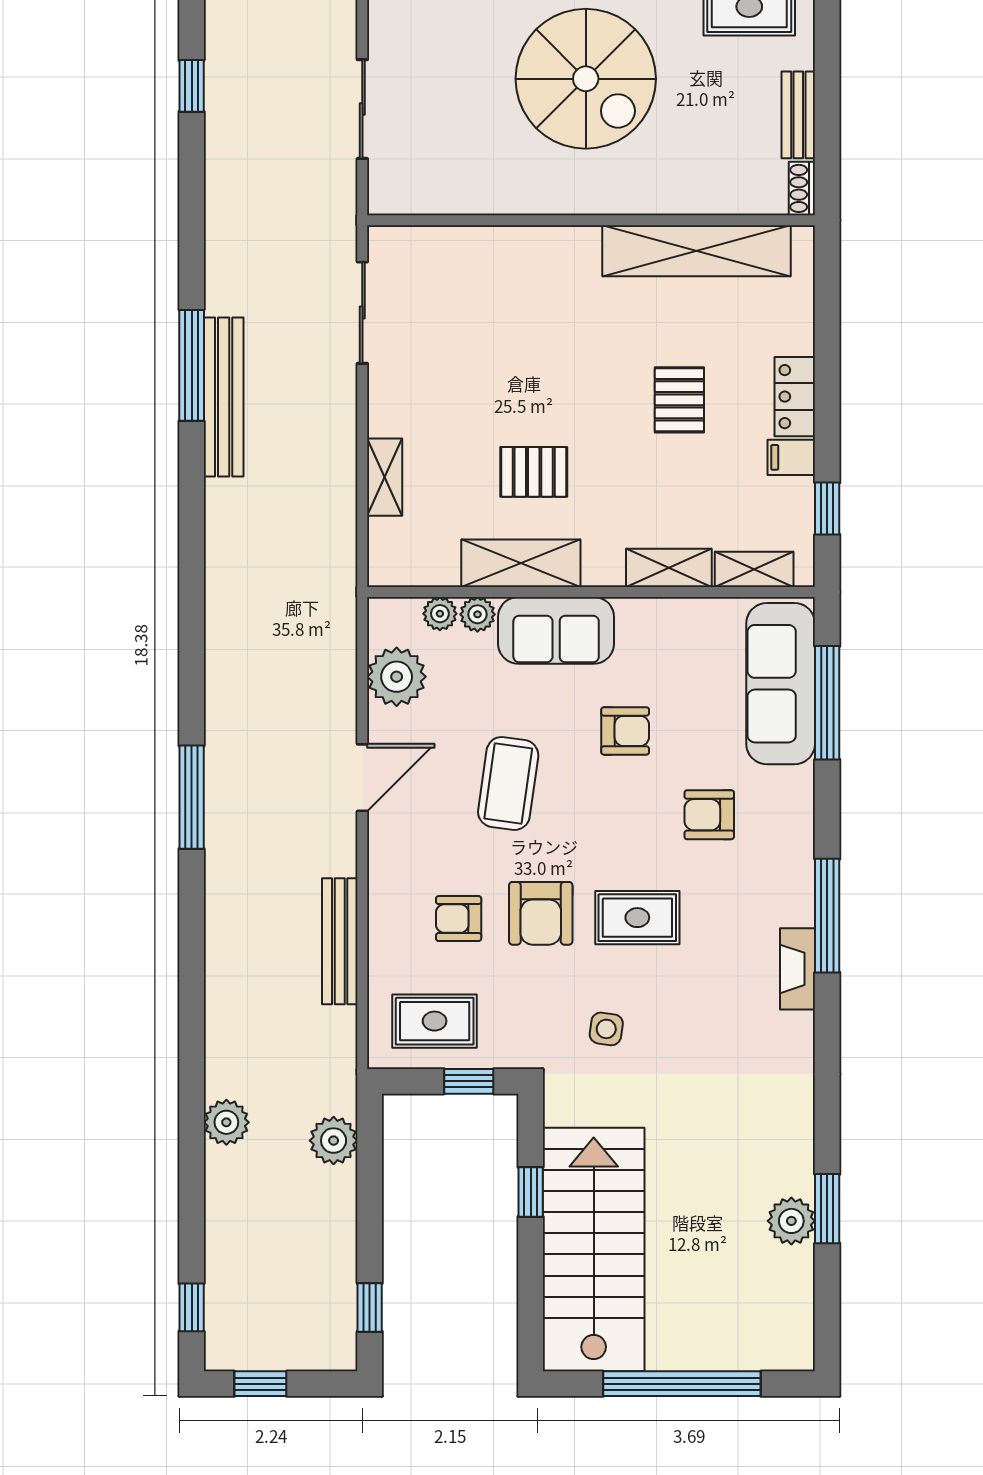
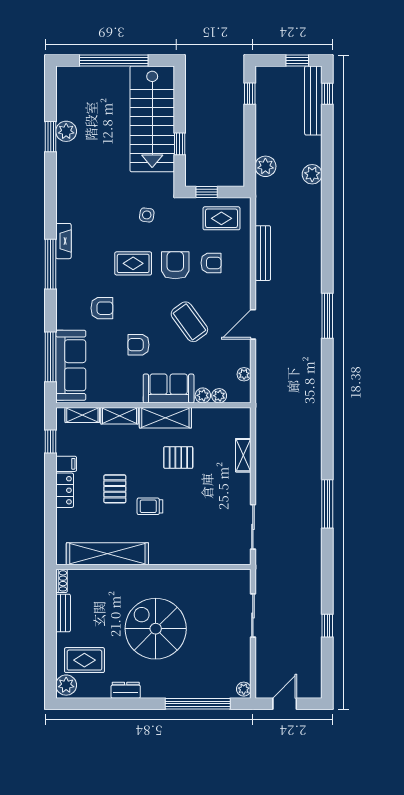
trolley: (599, 360) -> (150, 506), added
bench: (224, 397) -> (313, 100), moved
shelving: (521, 563) -> (165, 418), moved
plant: (397, 677) -> (244, 374), width x0.53, depth x0.53
coffee table: (508, 783) -> (189, 322), turned -44

